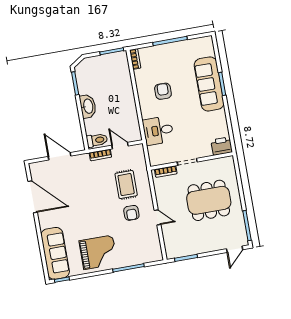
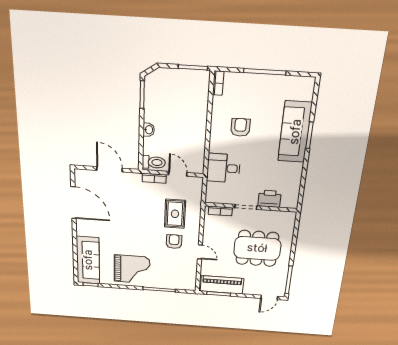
washbasin: (88, 106) -> (149, 130), width x0.52, depth x0.69
printer: (222, 146) -> (269, 199), moved
armchair: (131, 213) -> (174, 242), turned 180
piano: (187, 247) -> (222, 285), added

